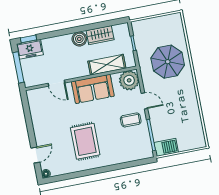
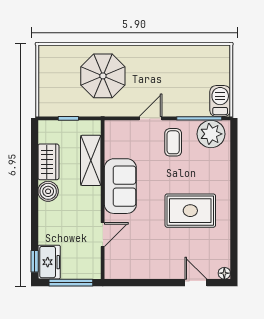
plant: (129, 80) -> (211, 134), moved

